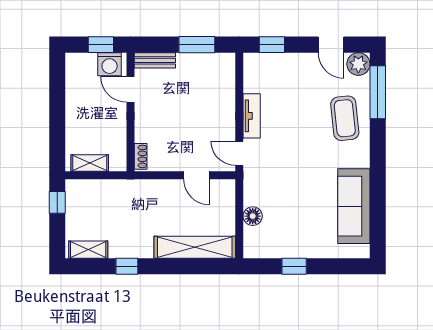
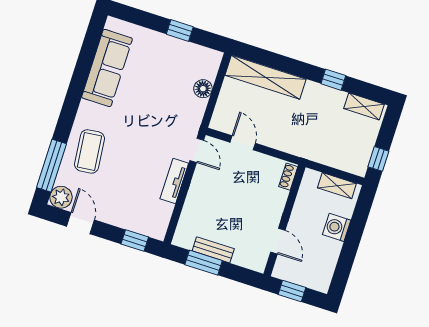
bench: (155, 60) -> (213, 250), moved
washing machine: (110, 64) -> (337, 227), moved, turned -90

